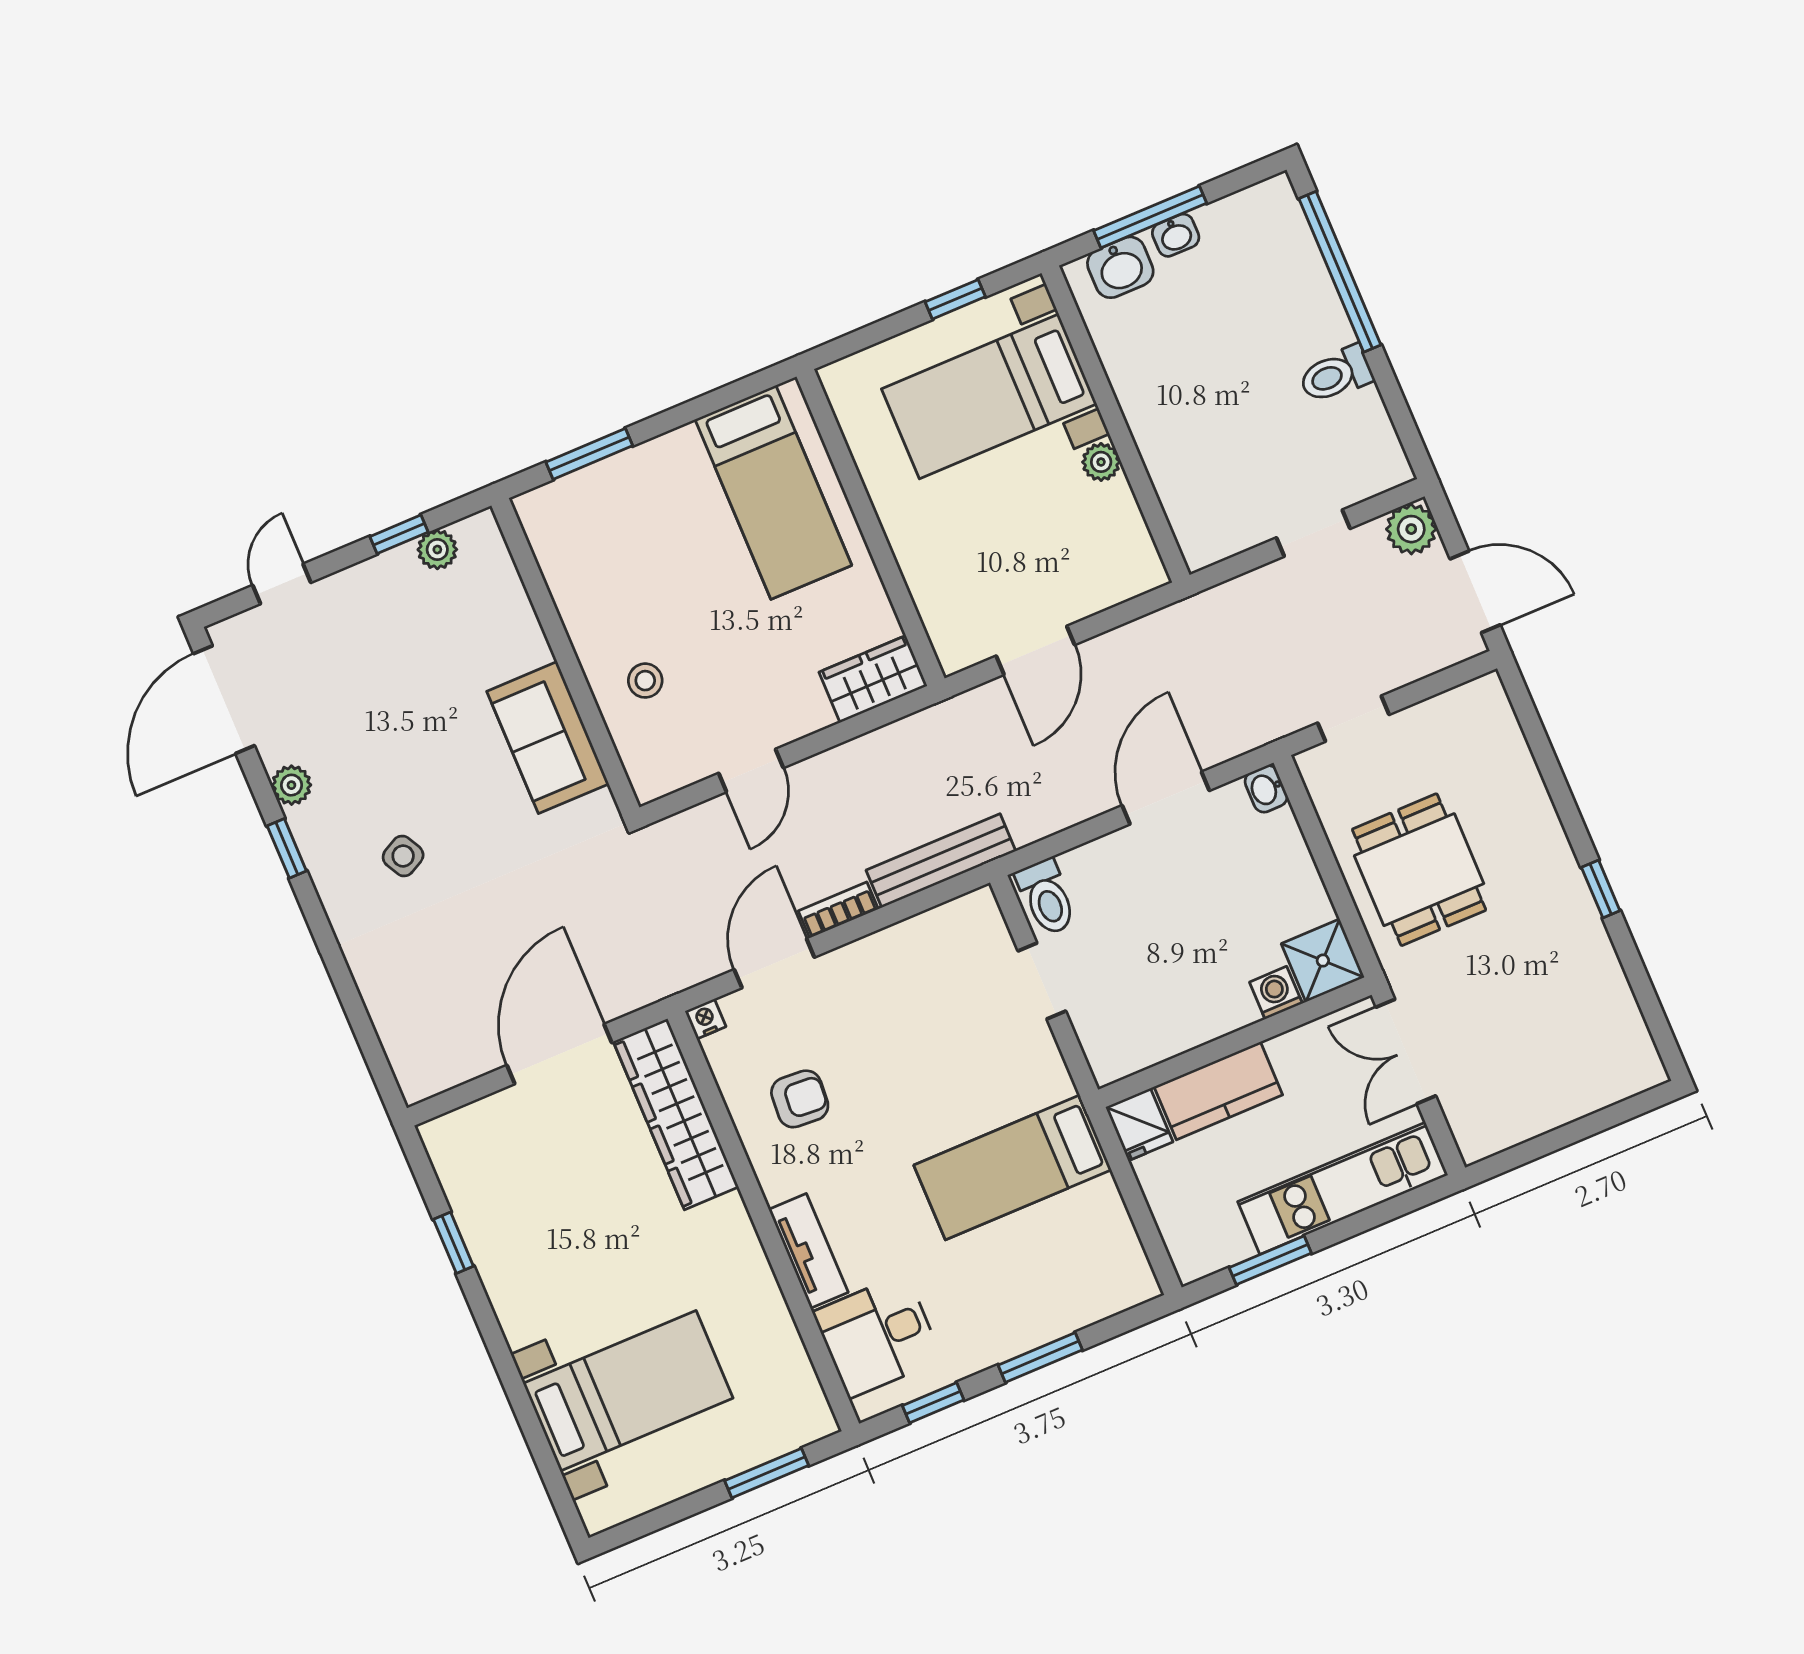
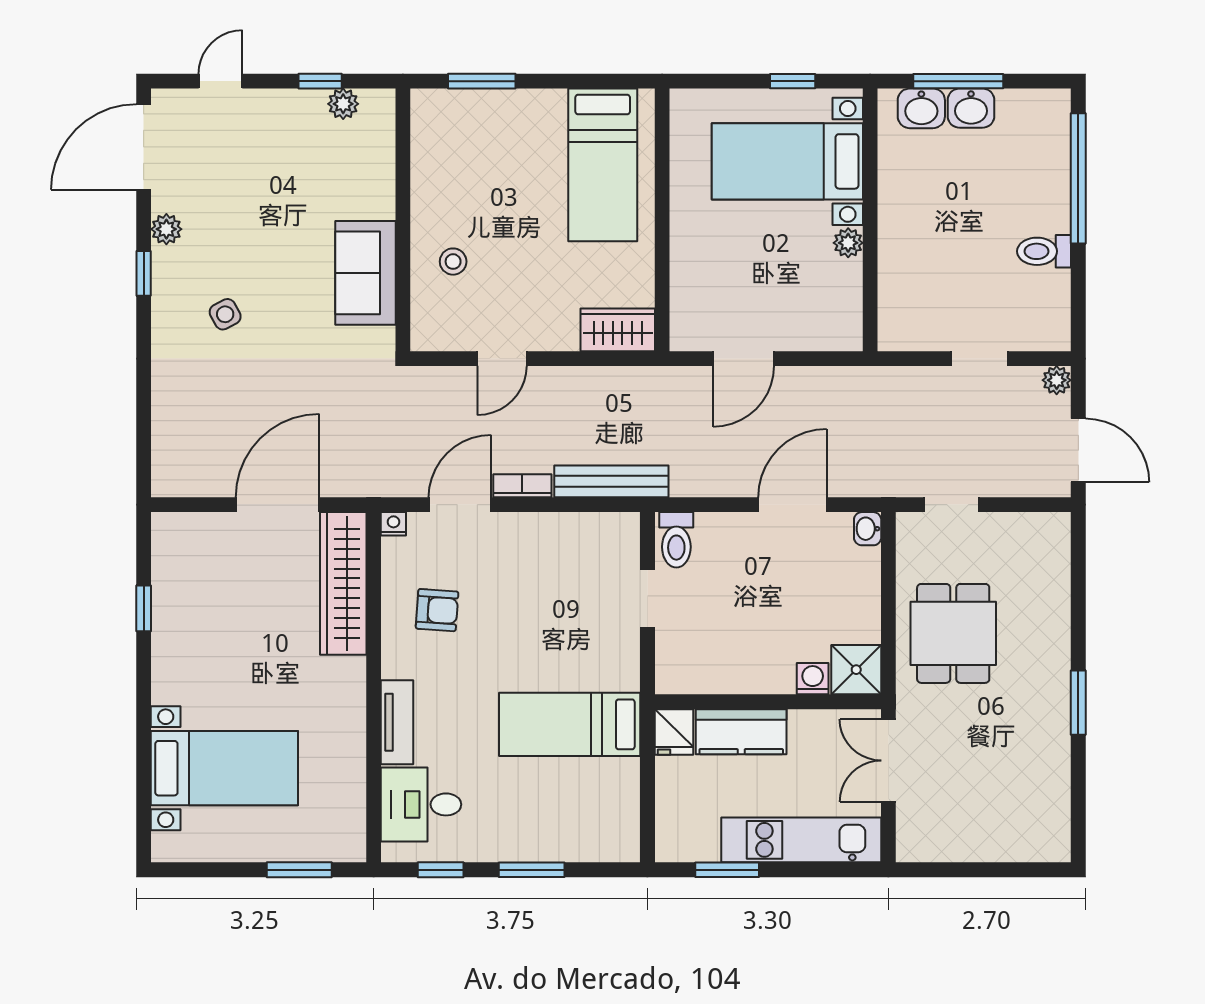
washbasin: (1176, 235) -> (971, 108), width x1.38, depth x1.45
plant: (1411, 529) -> (1057, 380), width x0.73, depth x0.73
window: (1601, 889) -> (1078, 703), width x1.50

